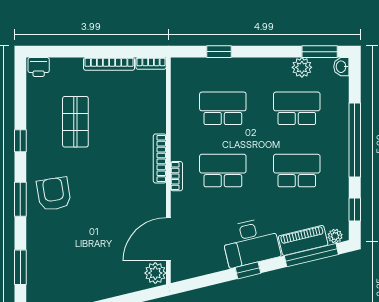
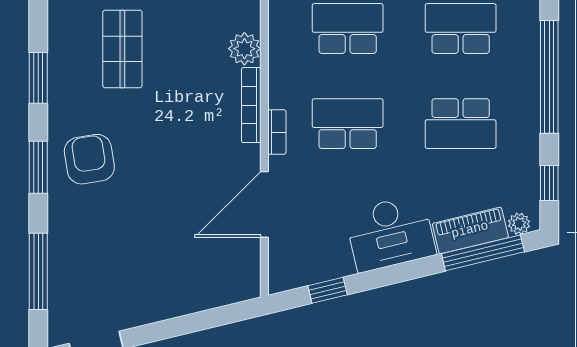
window: (20, 141) -> (38, 78), width x1.50
school desk: (297, 171) -> (461, 124), turned 180
door: (168, 239) -> (264, 204), moved
window: (20, 267) -> (38, 271), width x1.44
window: (248, 270) -> (328, 290), moved
plant: (155, 273) -> (244, 49), moved

